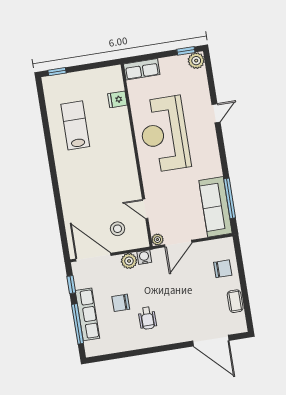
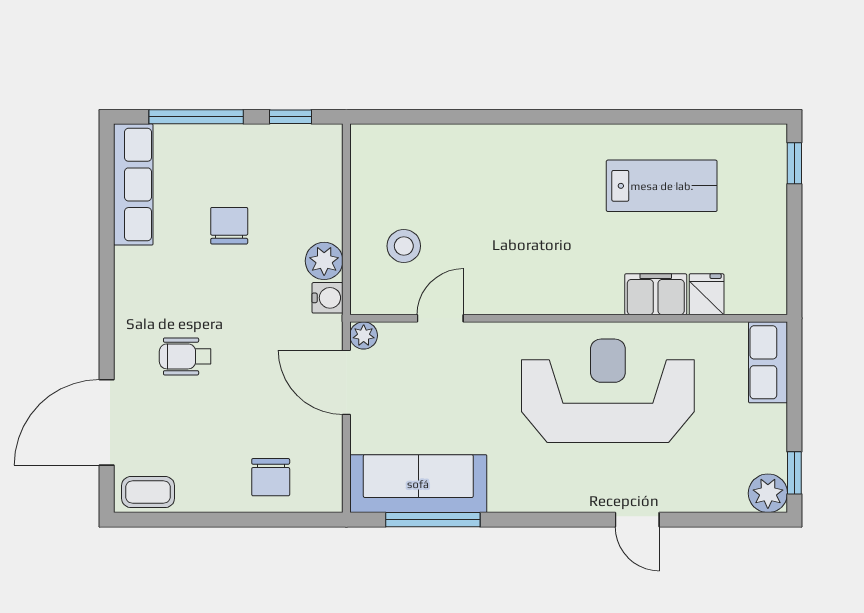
filing cabinet: (121, 121) -> (656, 294), added
door: (93, 257) -> (346, 179), removed
coffee table: (235, 301) -> (148, 492), moved
row of seats: (87, 314) -> (133, 184), moved, turned -90
wheelchair: (147, 318) -> (185, 356), moved

